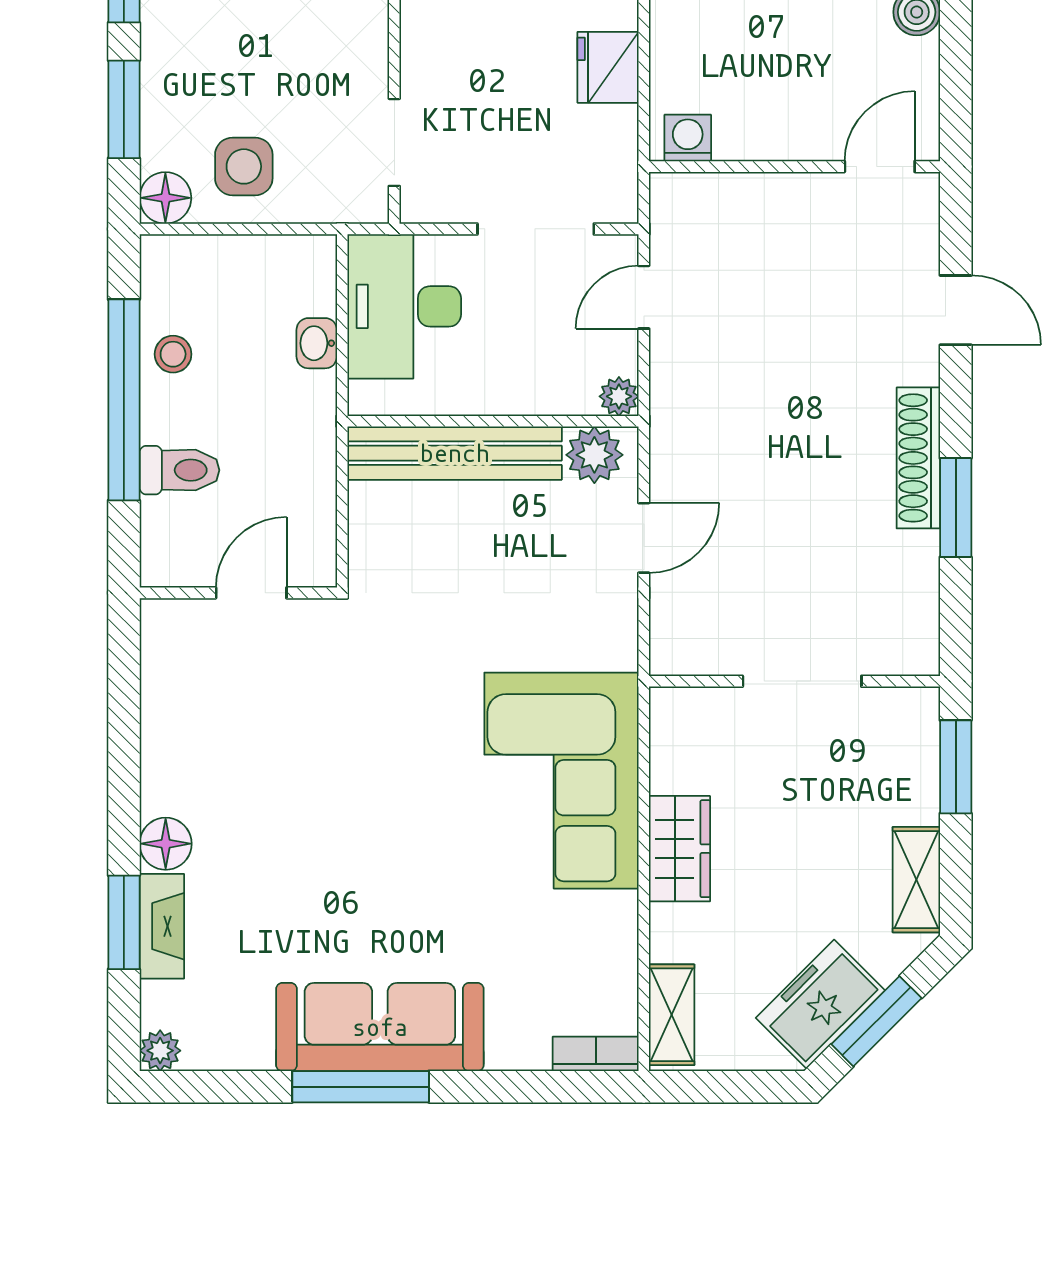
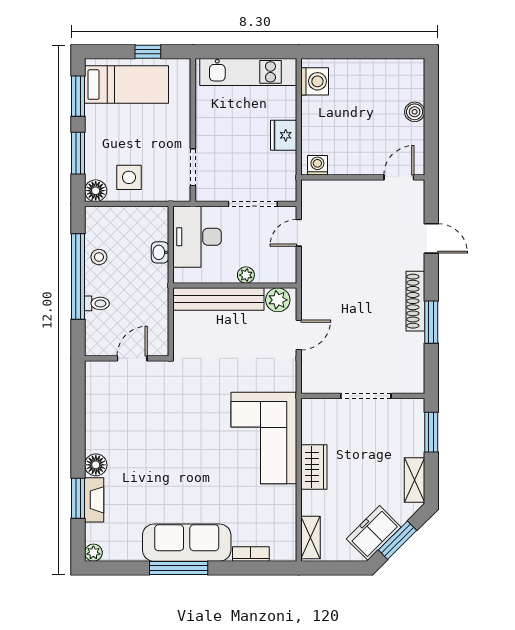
plant: (619, 396) -> (246, 275), moved
toilet: (180, 470) -> (97, 303), width x0.73, depth x0.72
bookcase: (596, 1054) -> (251, 554), moved

